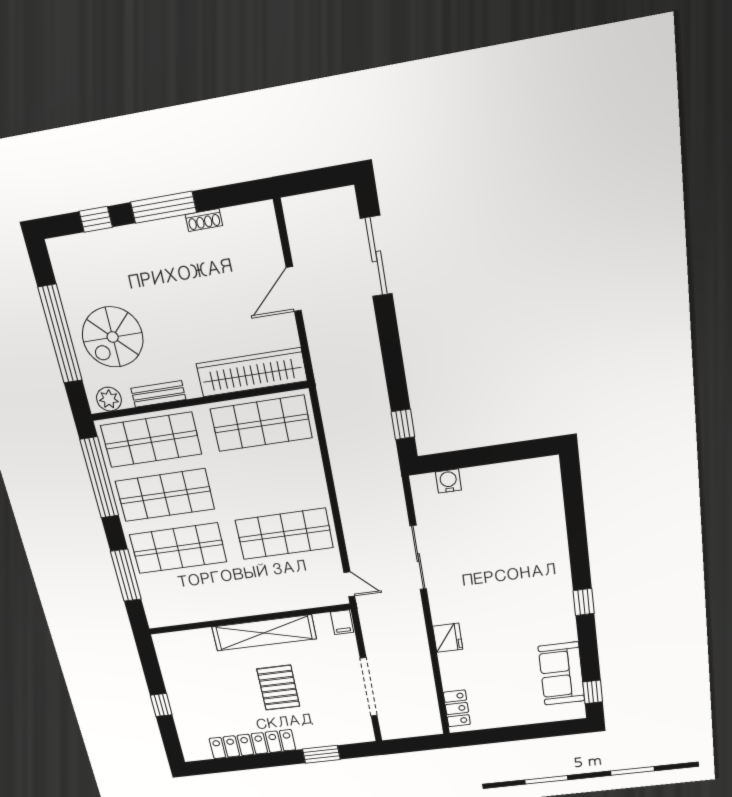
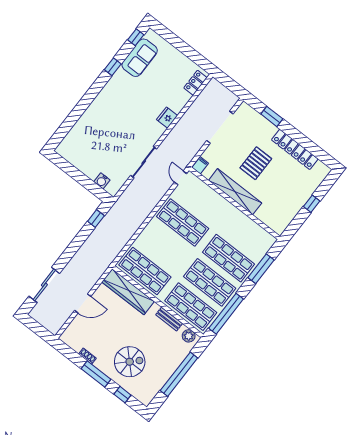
spiral stairs: (113, 337) -> (130, 362), moved
window: (584, 602) -> (113, 67), moved

